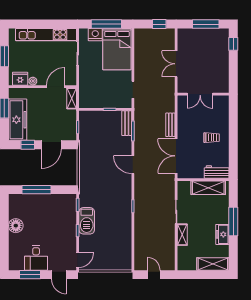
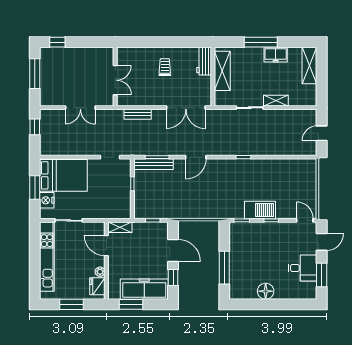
window: (106, 24) -> (35, 188), width x0.69
bench: (127, 123) -> (153, 164), width x1.36
bench: (170, 125) -> (138, 114), moved

